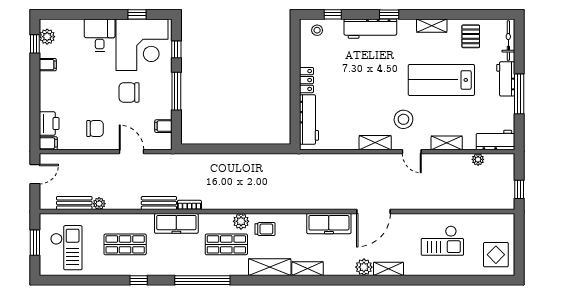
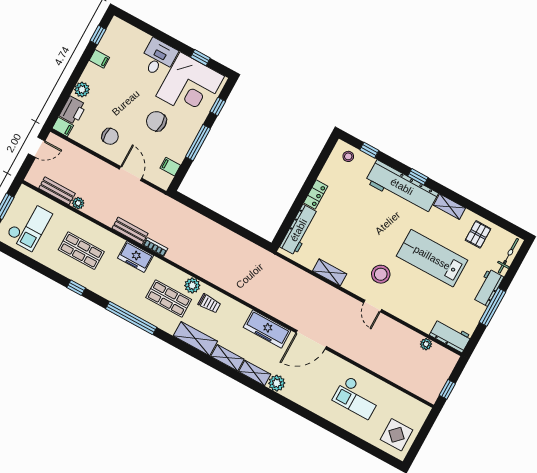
workbench: (370, 29) -> (402, 187), width x1.36, depth x1.32
plant: (47, 37) -> (82, 90), moved
shelving: (375, 143) -> (330, 272), moved
shelving: (447, 143) -> (407, 315), removed
freezer: (176, 223) -> (135, 257), width x0.71
shelving: (389, 269) -> (255, 373), moved

